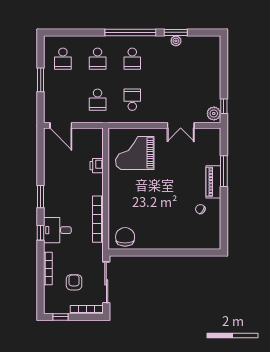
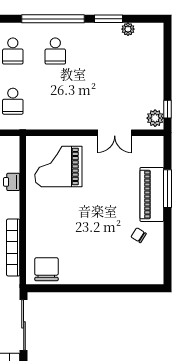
plant: (176, 41) -> (128, 29), moved
school desk: (132, 100) -> (55, 101), removed
piano: (213, 182) -> (152, 194), width x1.37, depth x1.33

